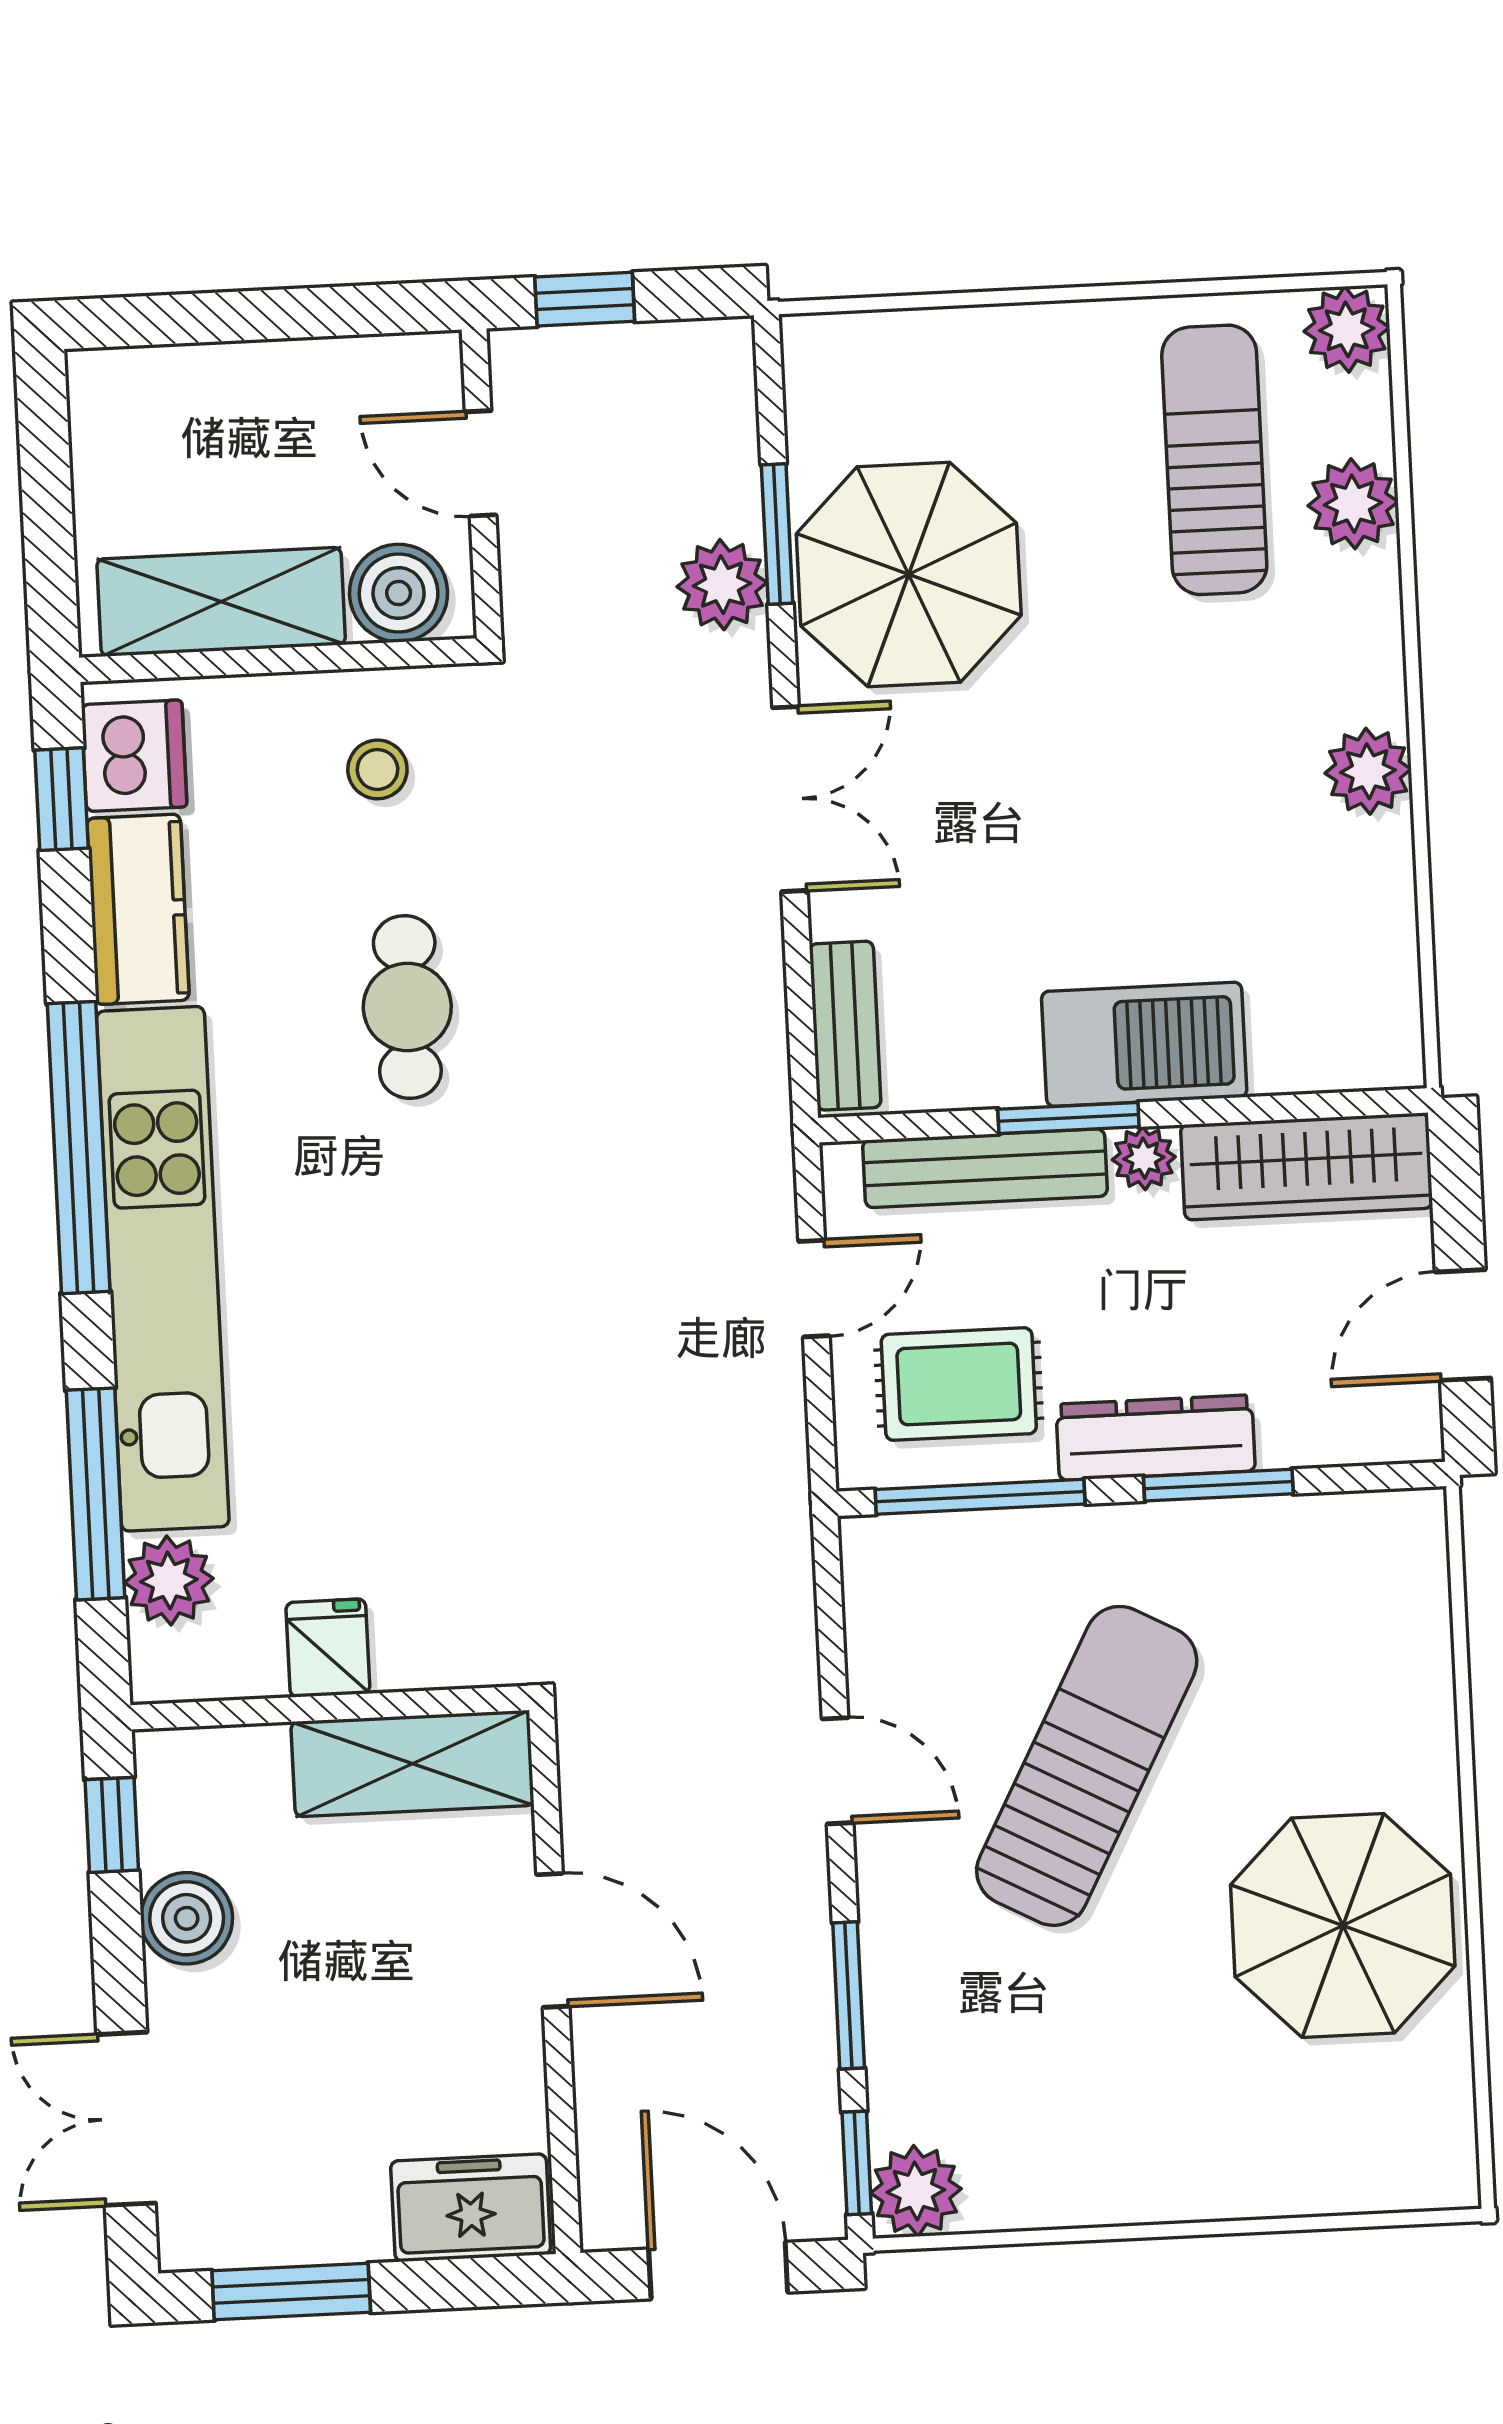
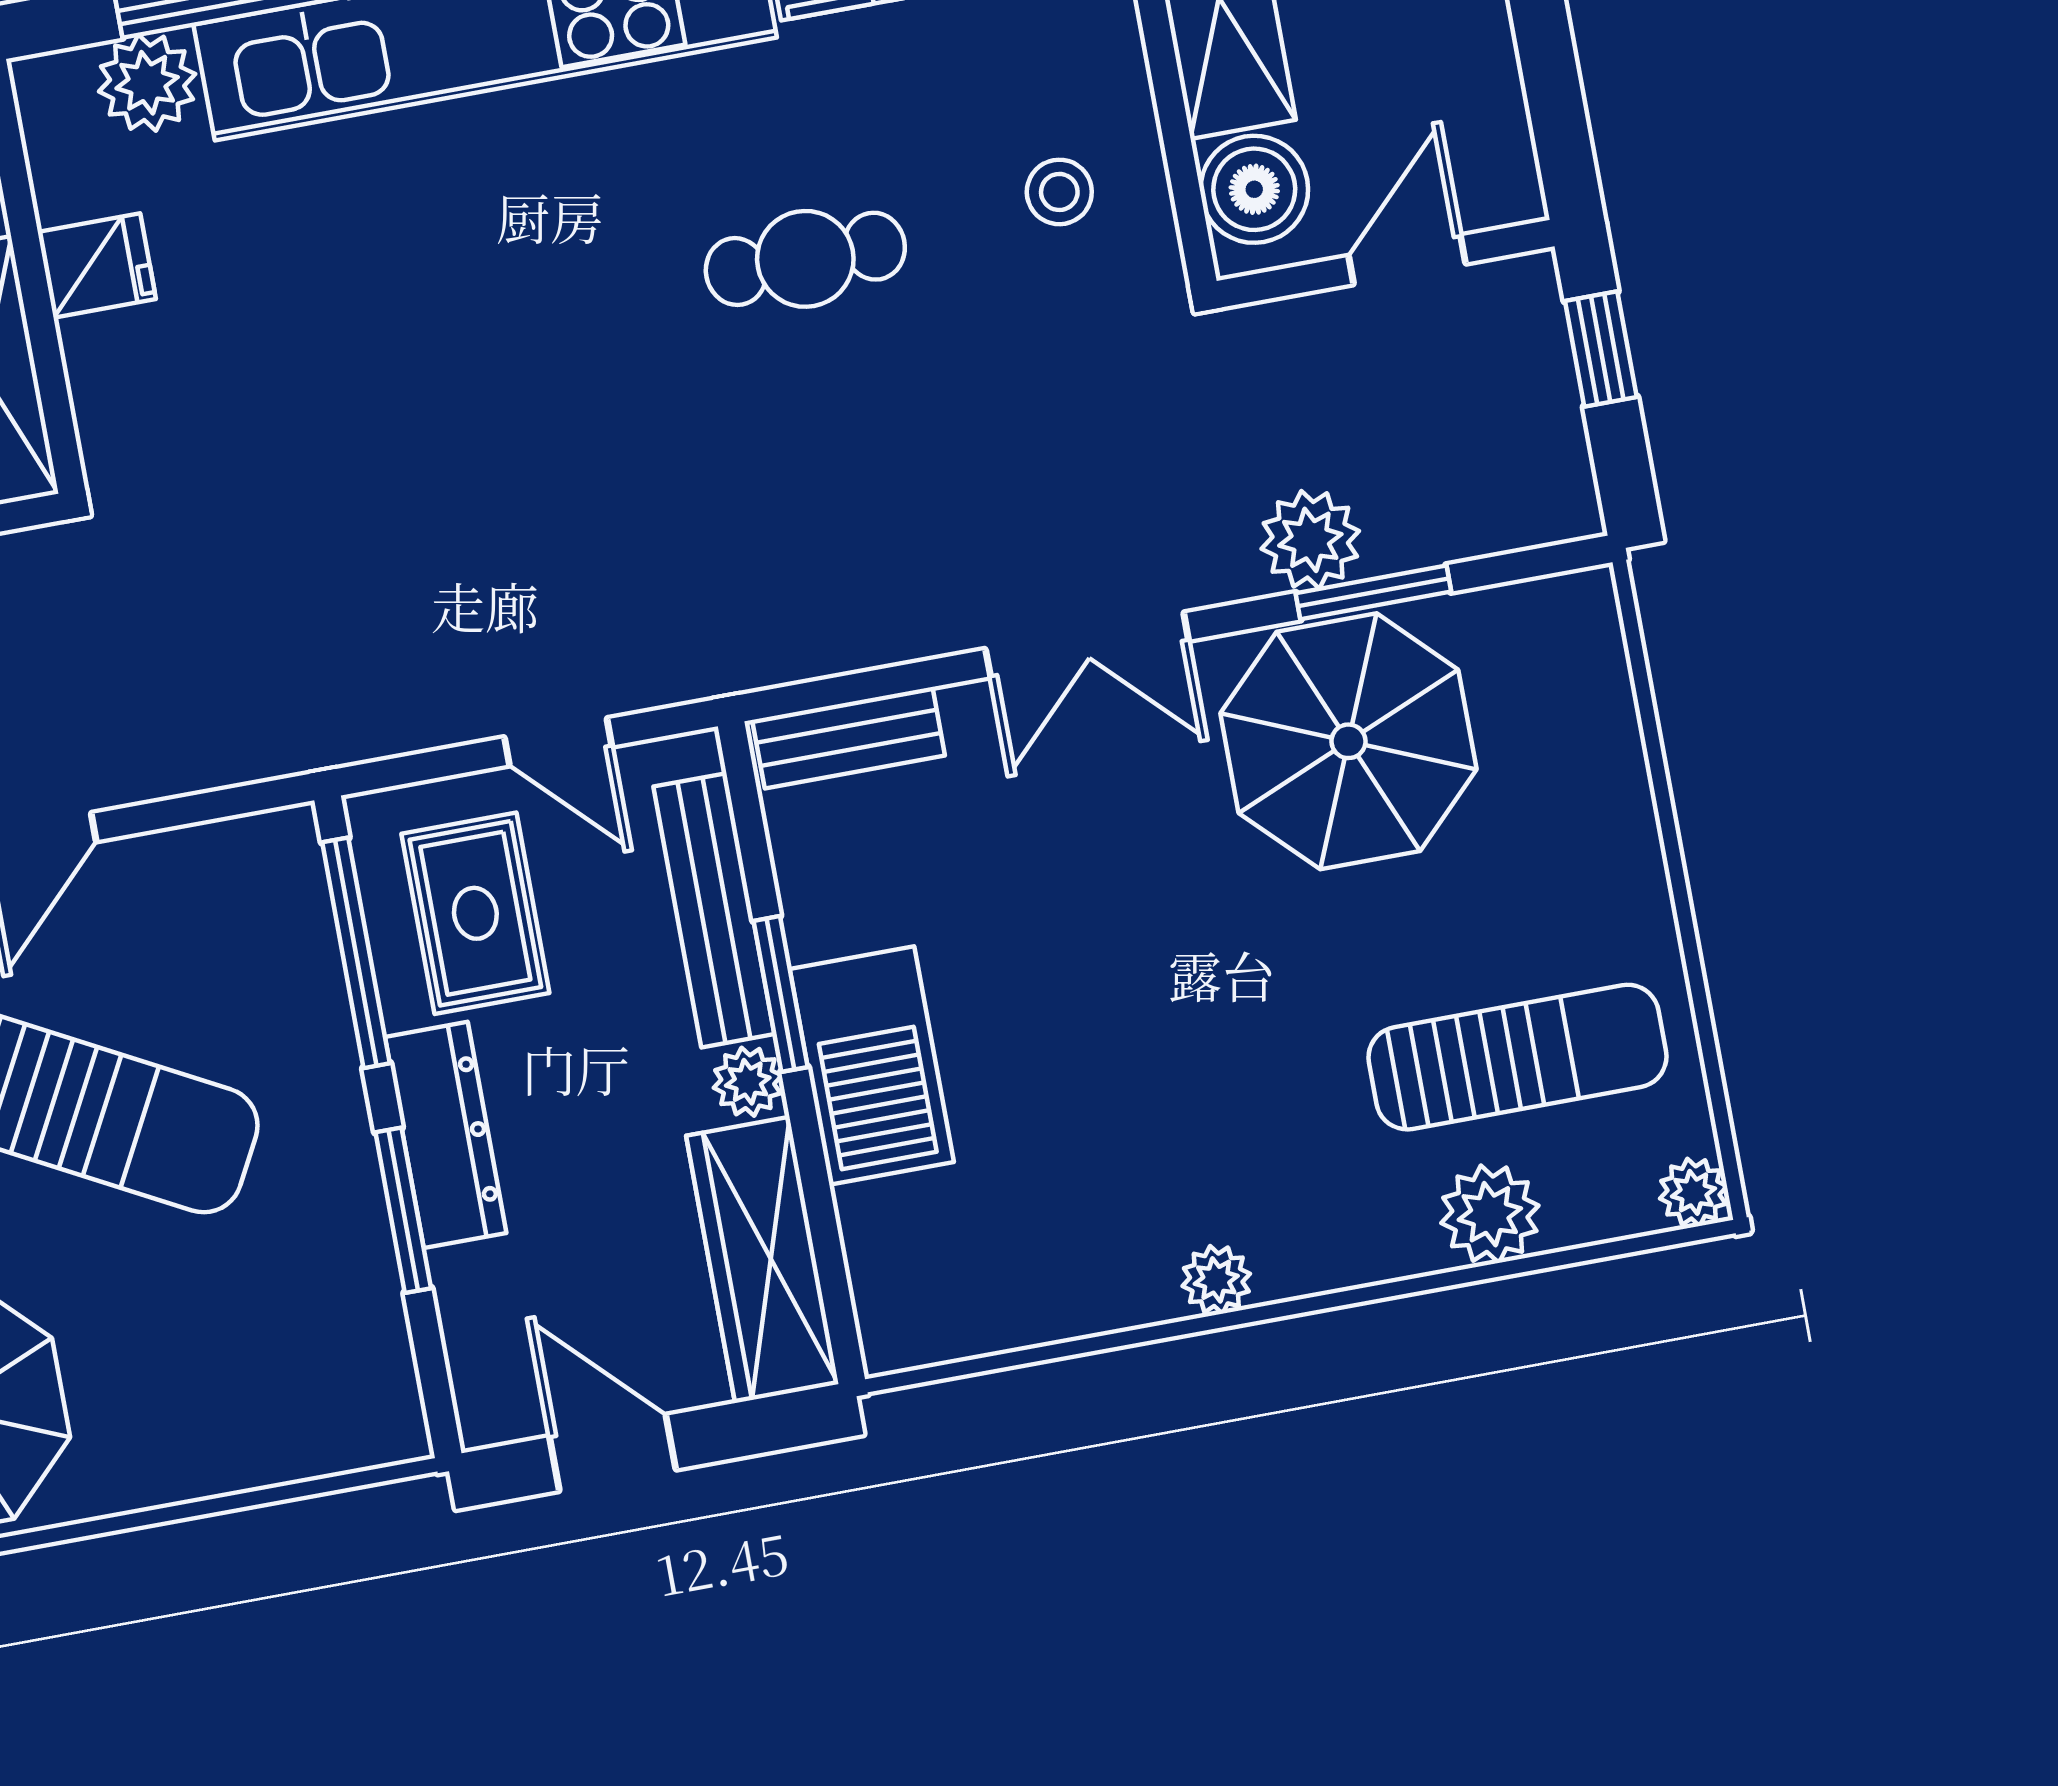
plant: (1347, 329) -> (1694, 1192), width x0.73, depth x0.73
plant: (1368, 771) -> (1216, 1280), width x0.73, depth x0.73

